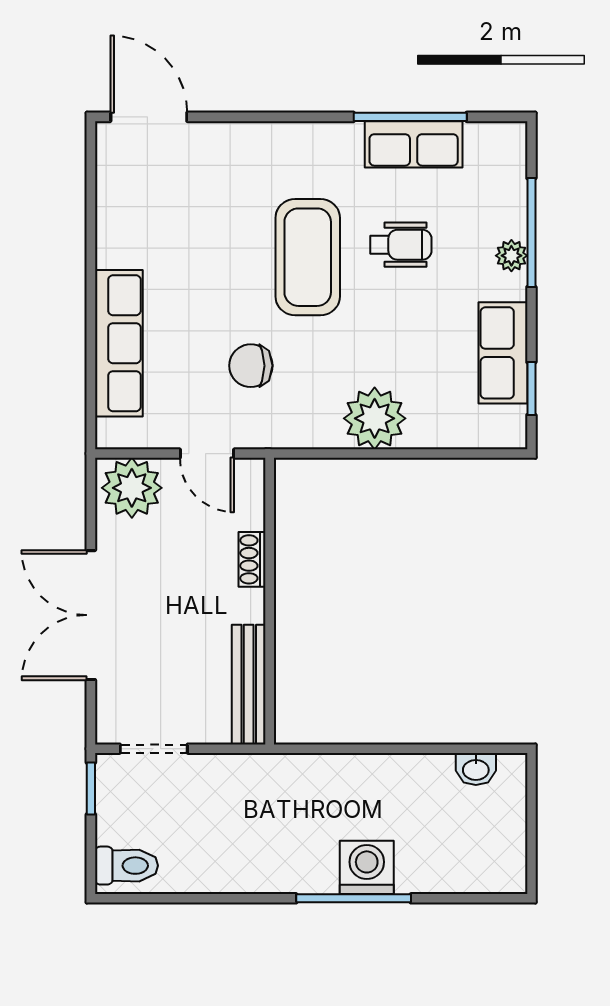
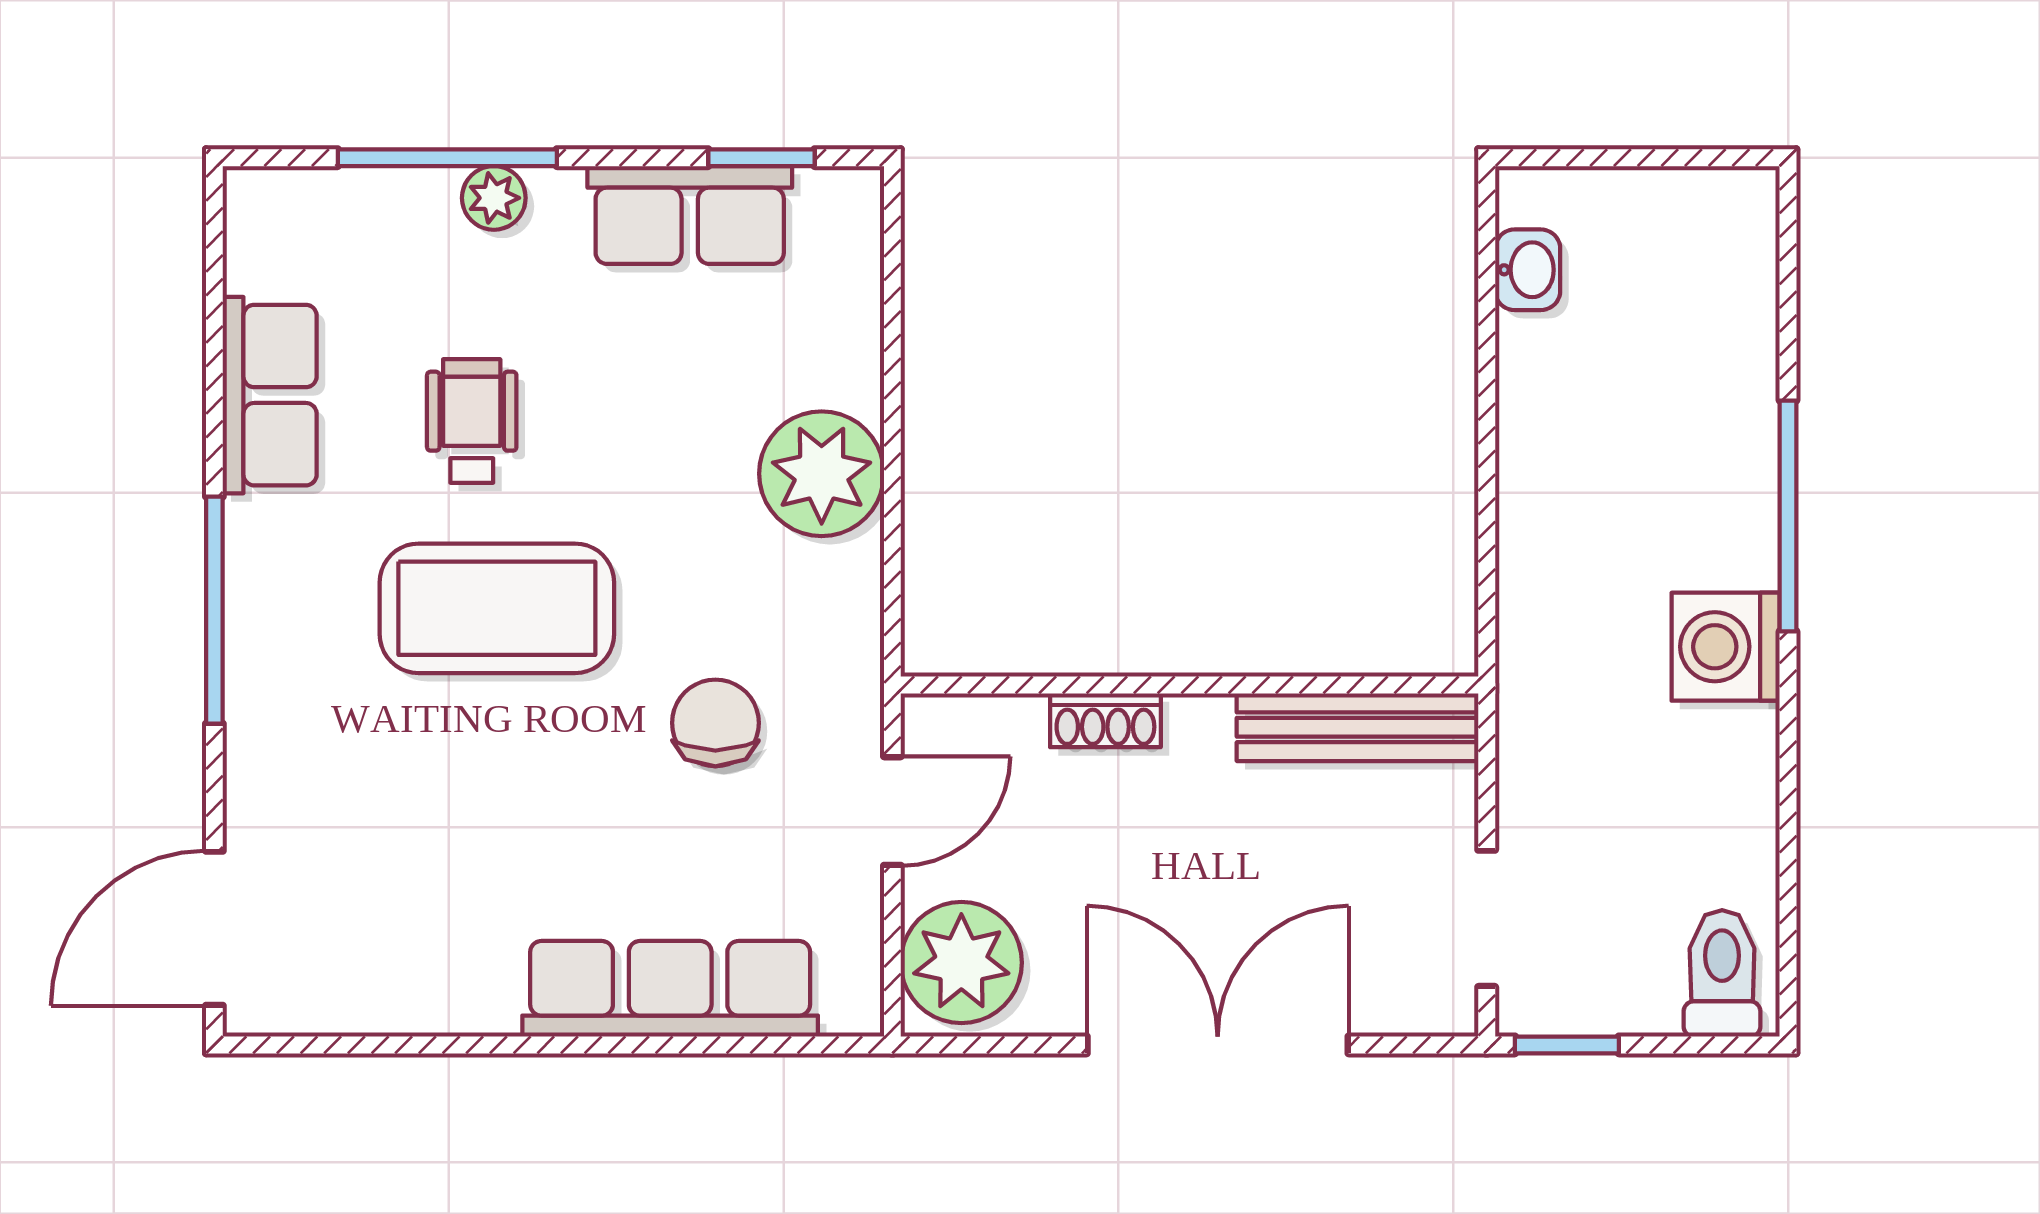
window: (410, 117) -> (214, 610), moved
chair: (251, 366) -> (715, 723), turned 180
double door: (91, 615) -> (1218, 1045), swing flipped
washing machine: (367, 867) -> (1726, 647), moved

